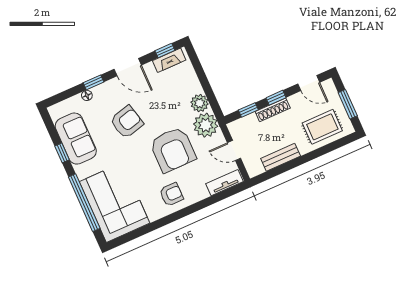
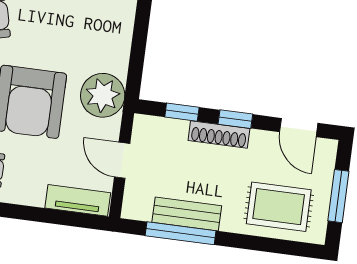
plant: (200, 103) -> (114, 56), removed
window: (283, 168) -> (181, 233), added

